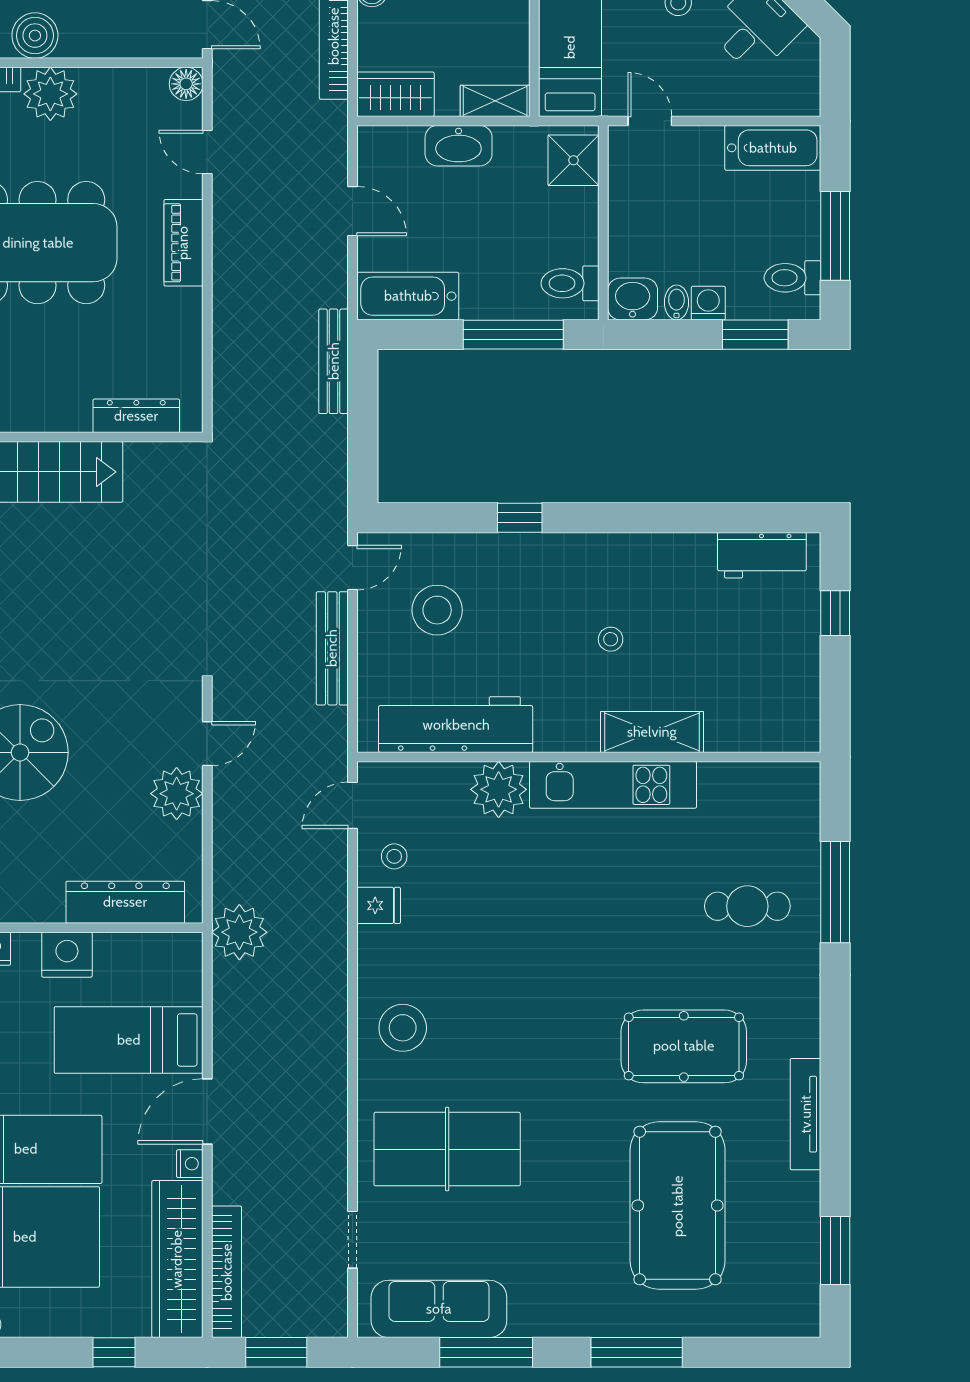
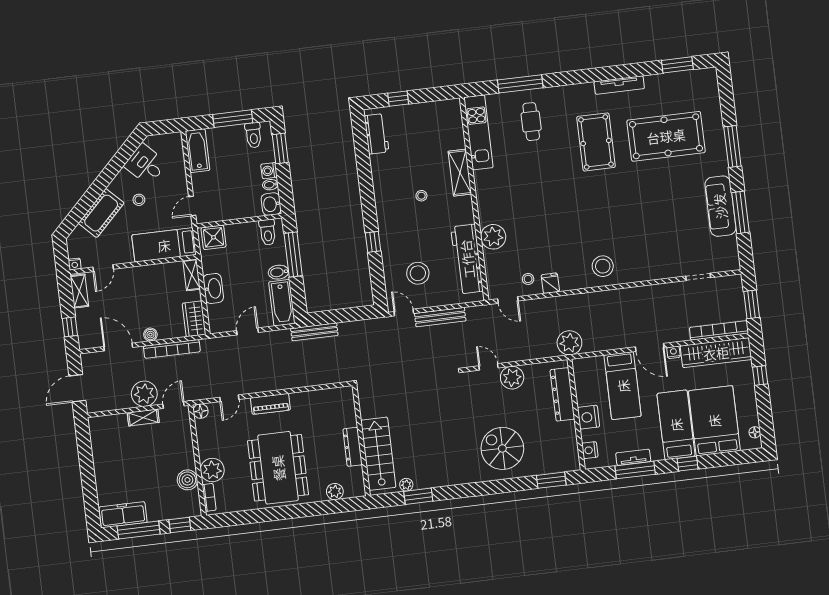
bidet: (478, 297) -> (279, 272), added
dresser: (136, 416) -> (353, 447), moved
kitchen unit: (613, 785) -> (478, 132), moved
table tennis table: (447, 1149) -> (653, 240), removed
sofa: (439, 1309) -> (720, 206), moved

